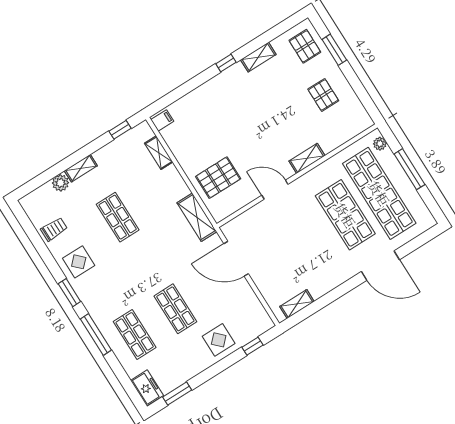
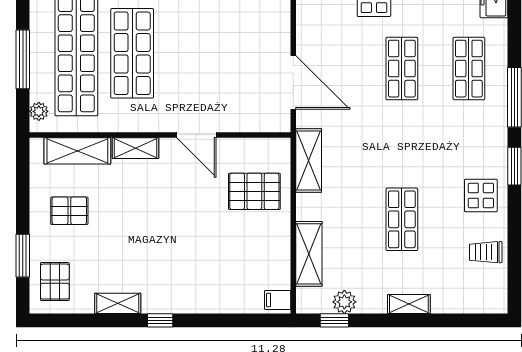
pallet: (323, 95) -> (69, 211), turned 90
shelving: (341, 134) -> (77, 151), added
shelving: (159, 153) -> (309, 254), width x1.50, depth x1.33
plant: (60, 183) -> (344, 302), moved

